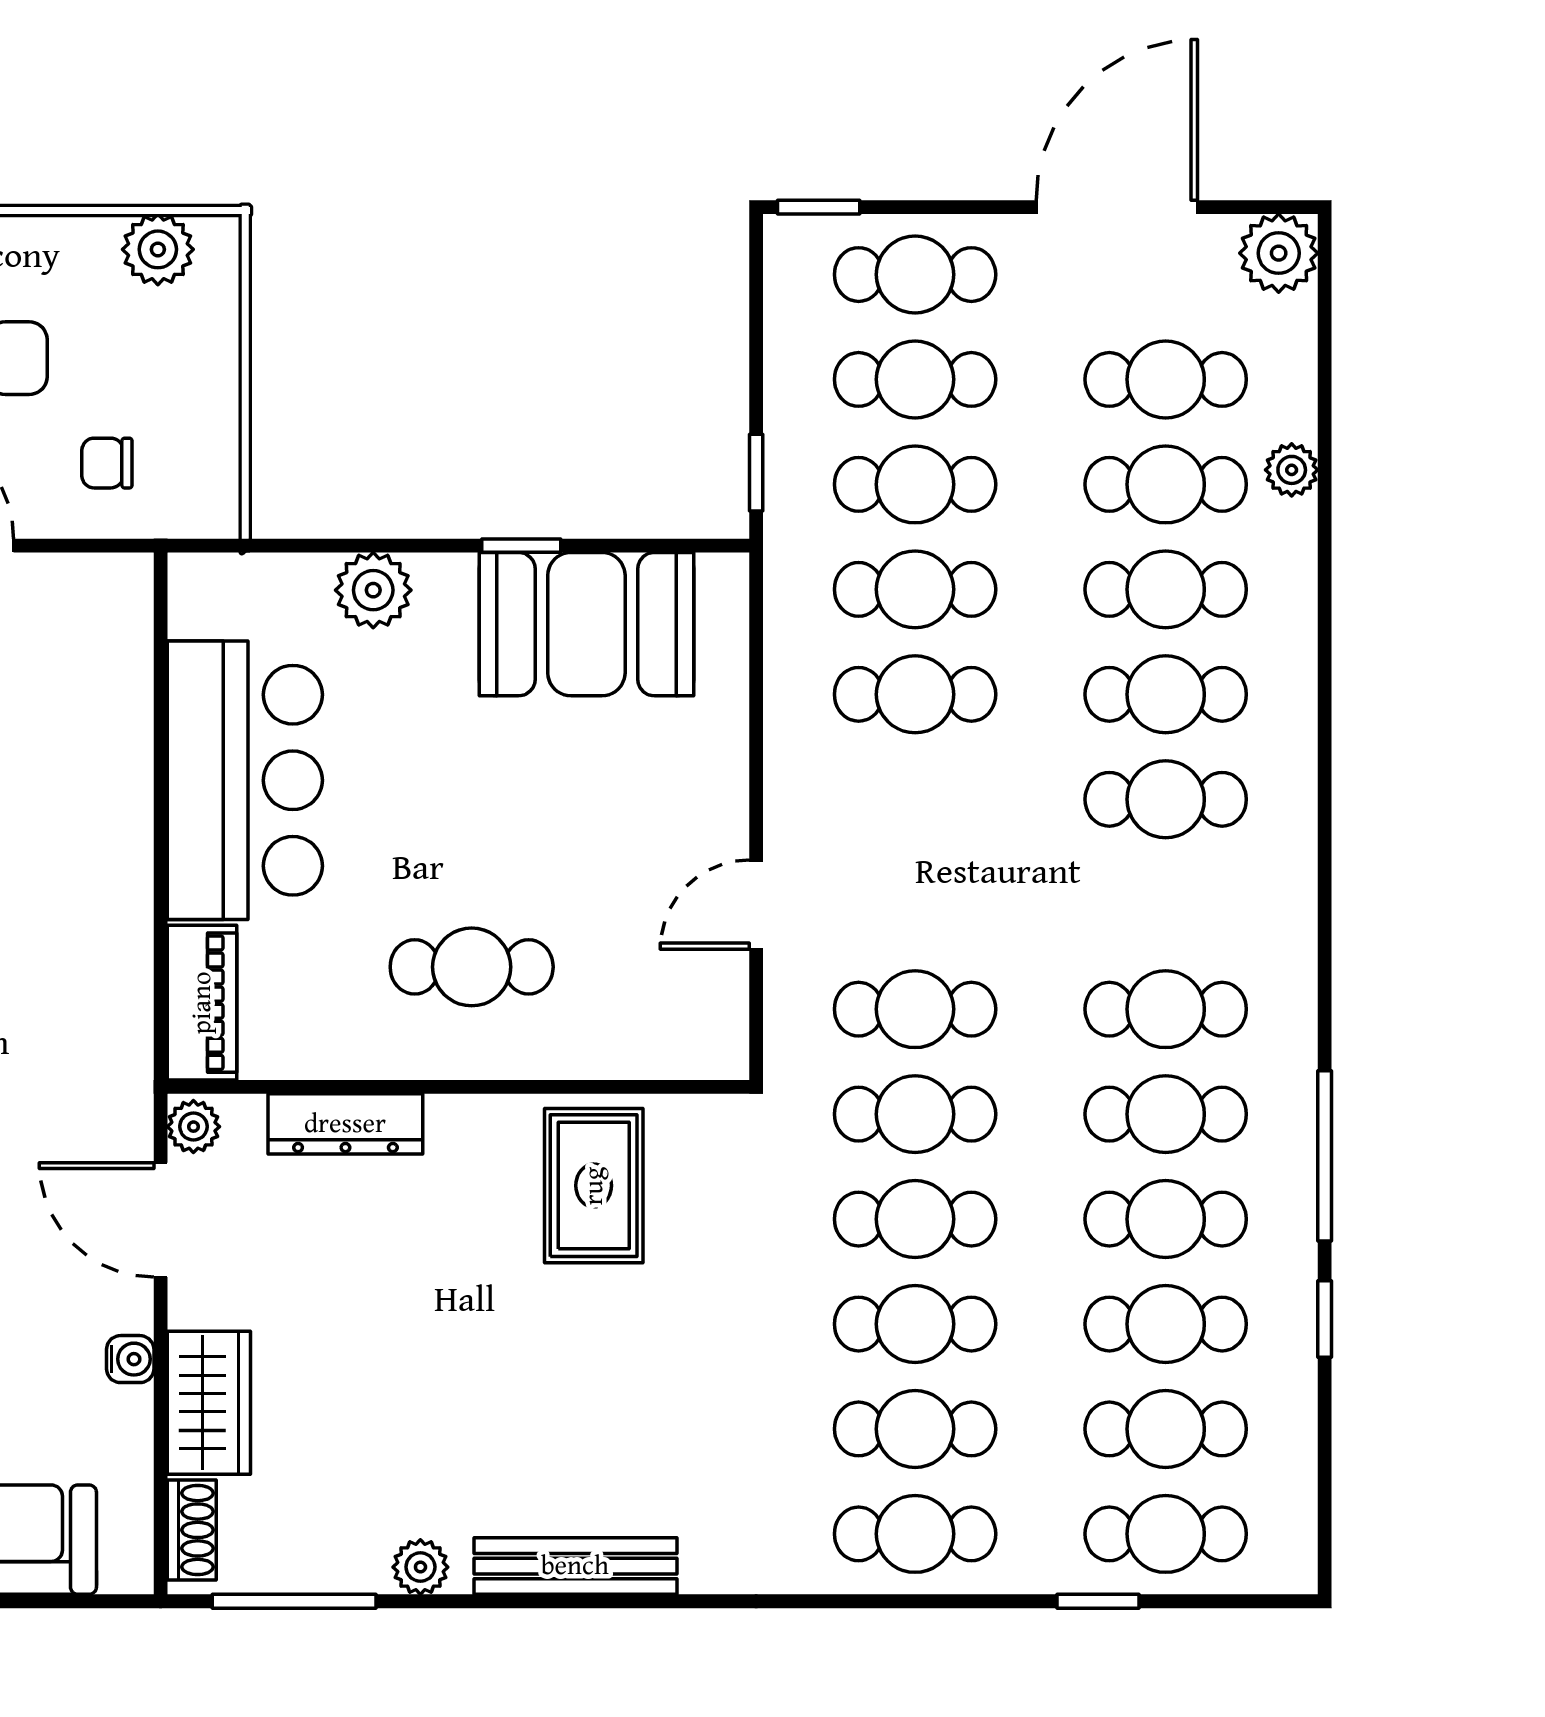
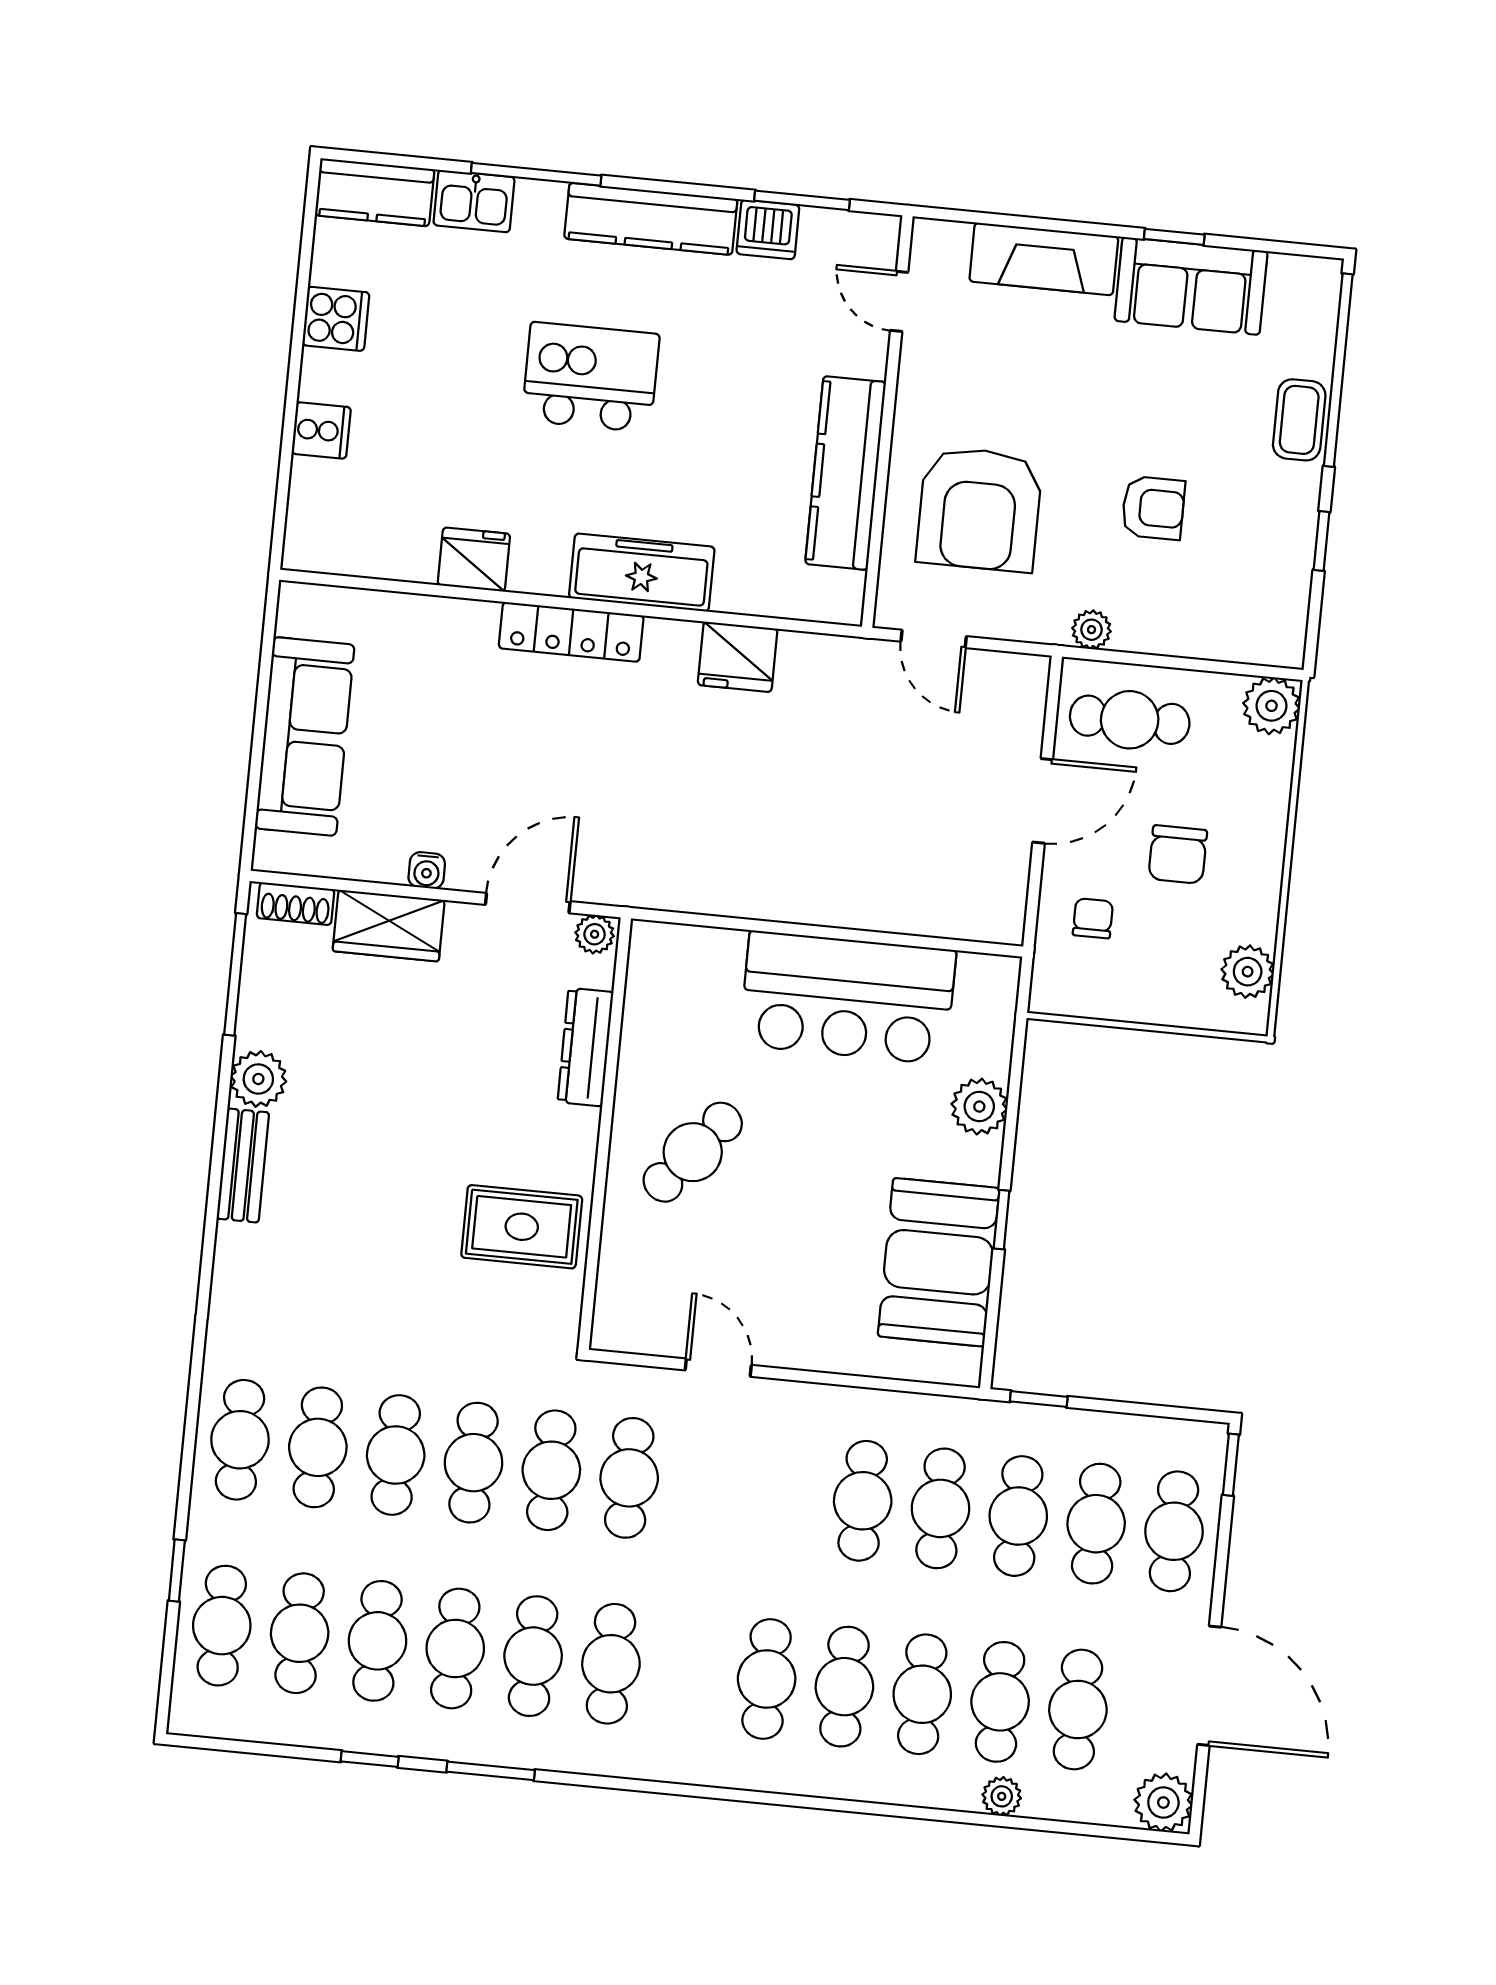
cafe table: (472, 967) -> (693, 1152), turned 39
piano: (202, 1003) -> (686, 950), removed
window: (1325, 1156) -> (491, 1771), width x0.69
bench: (575, 1566) -> (243, 1166), width x0.73
plant: (420, 1567) -> (258, 1079), width x1.38, depth x1.38

